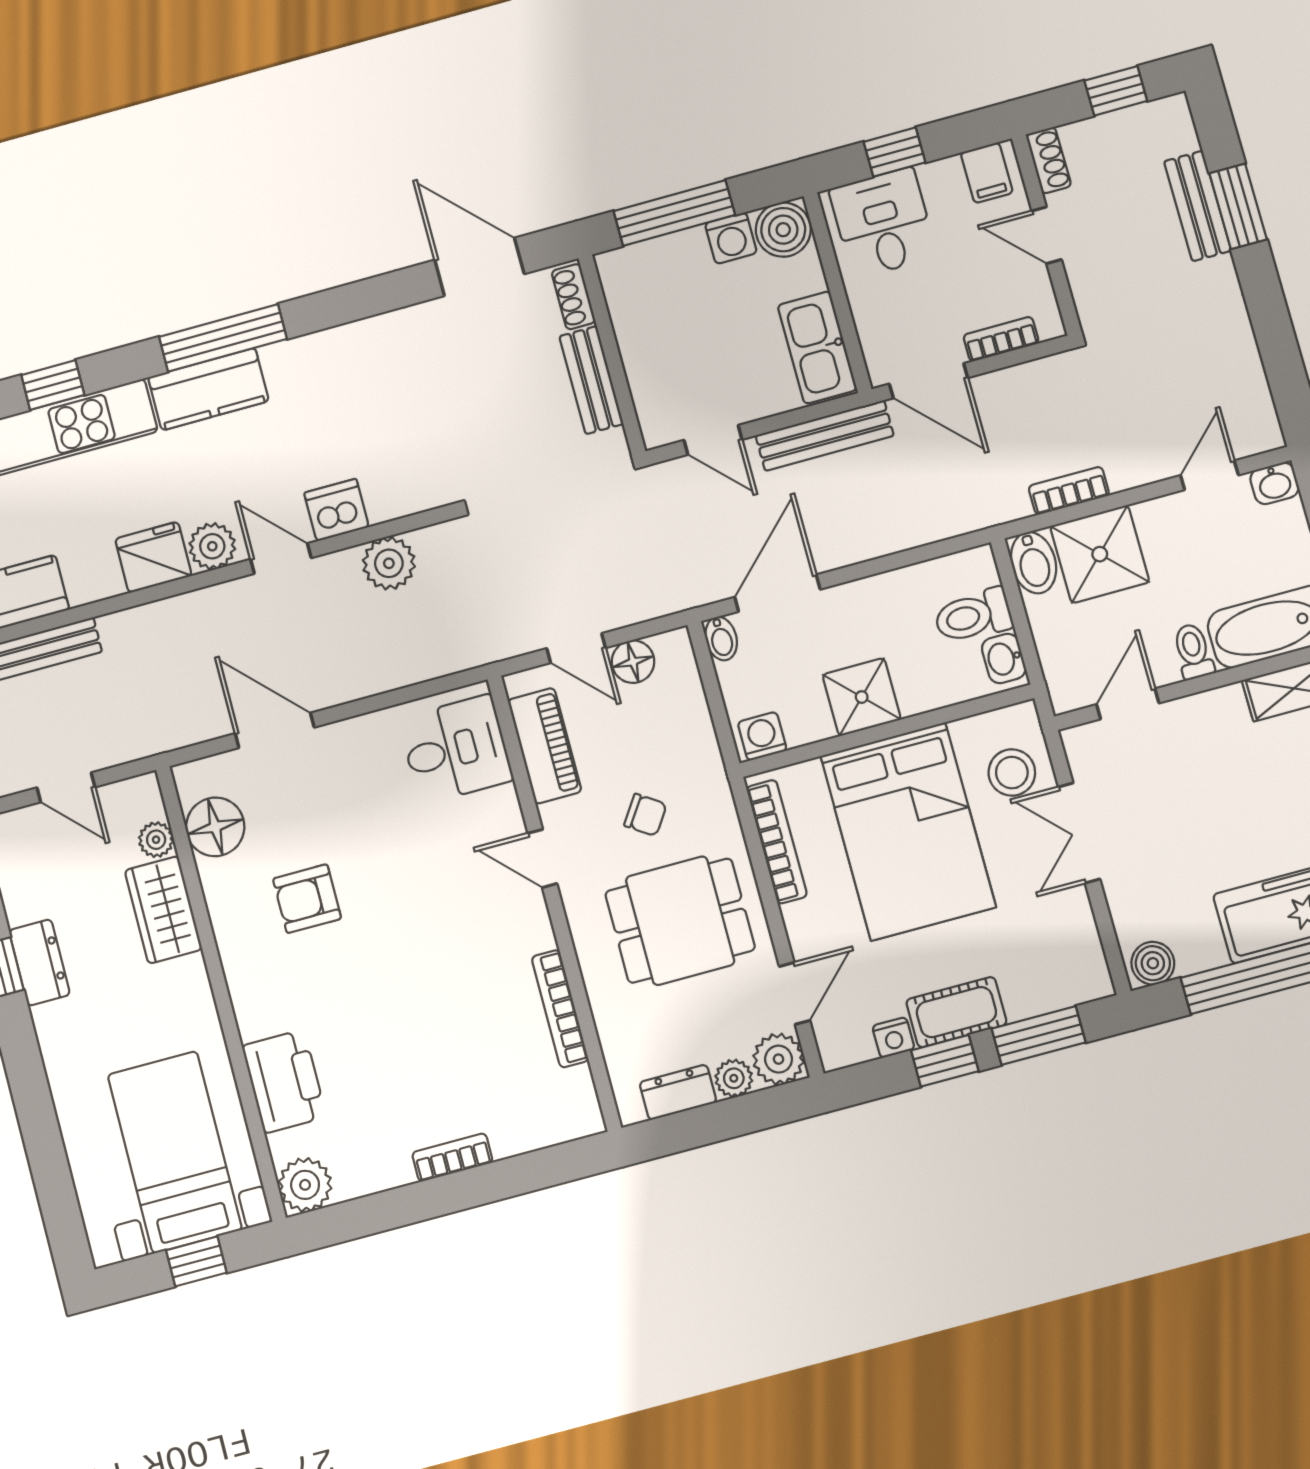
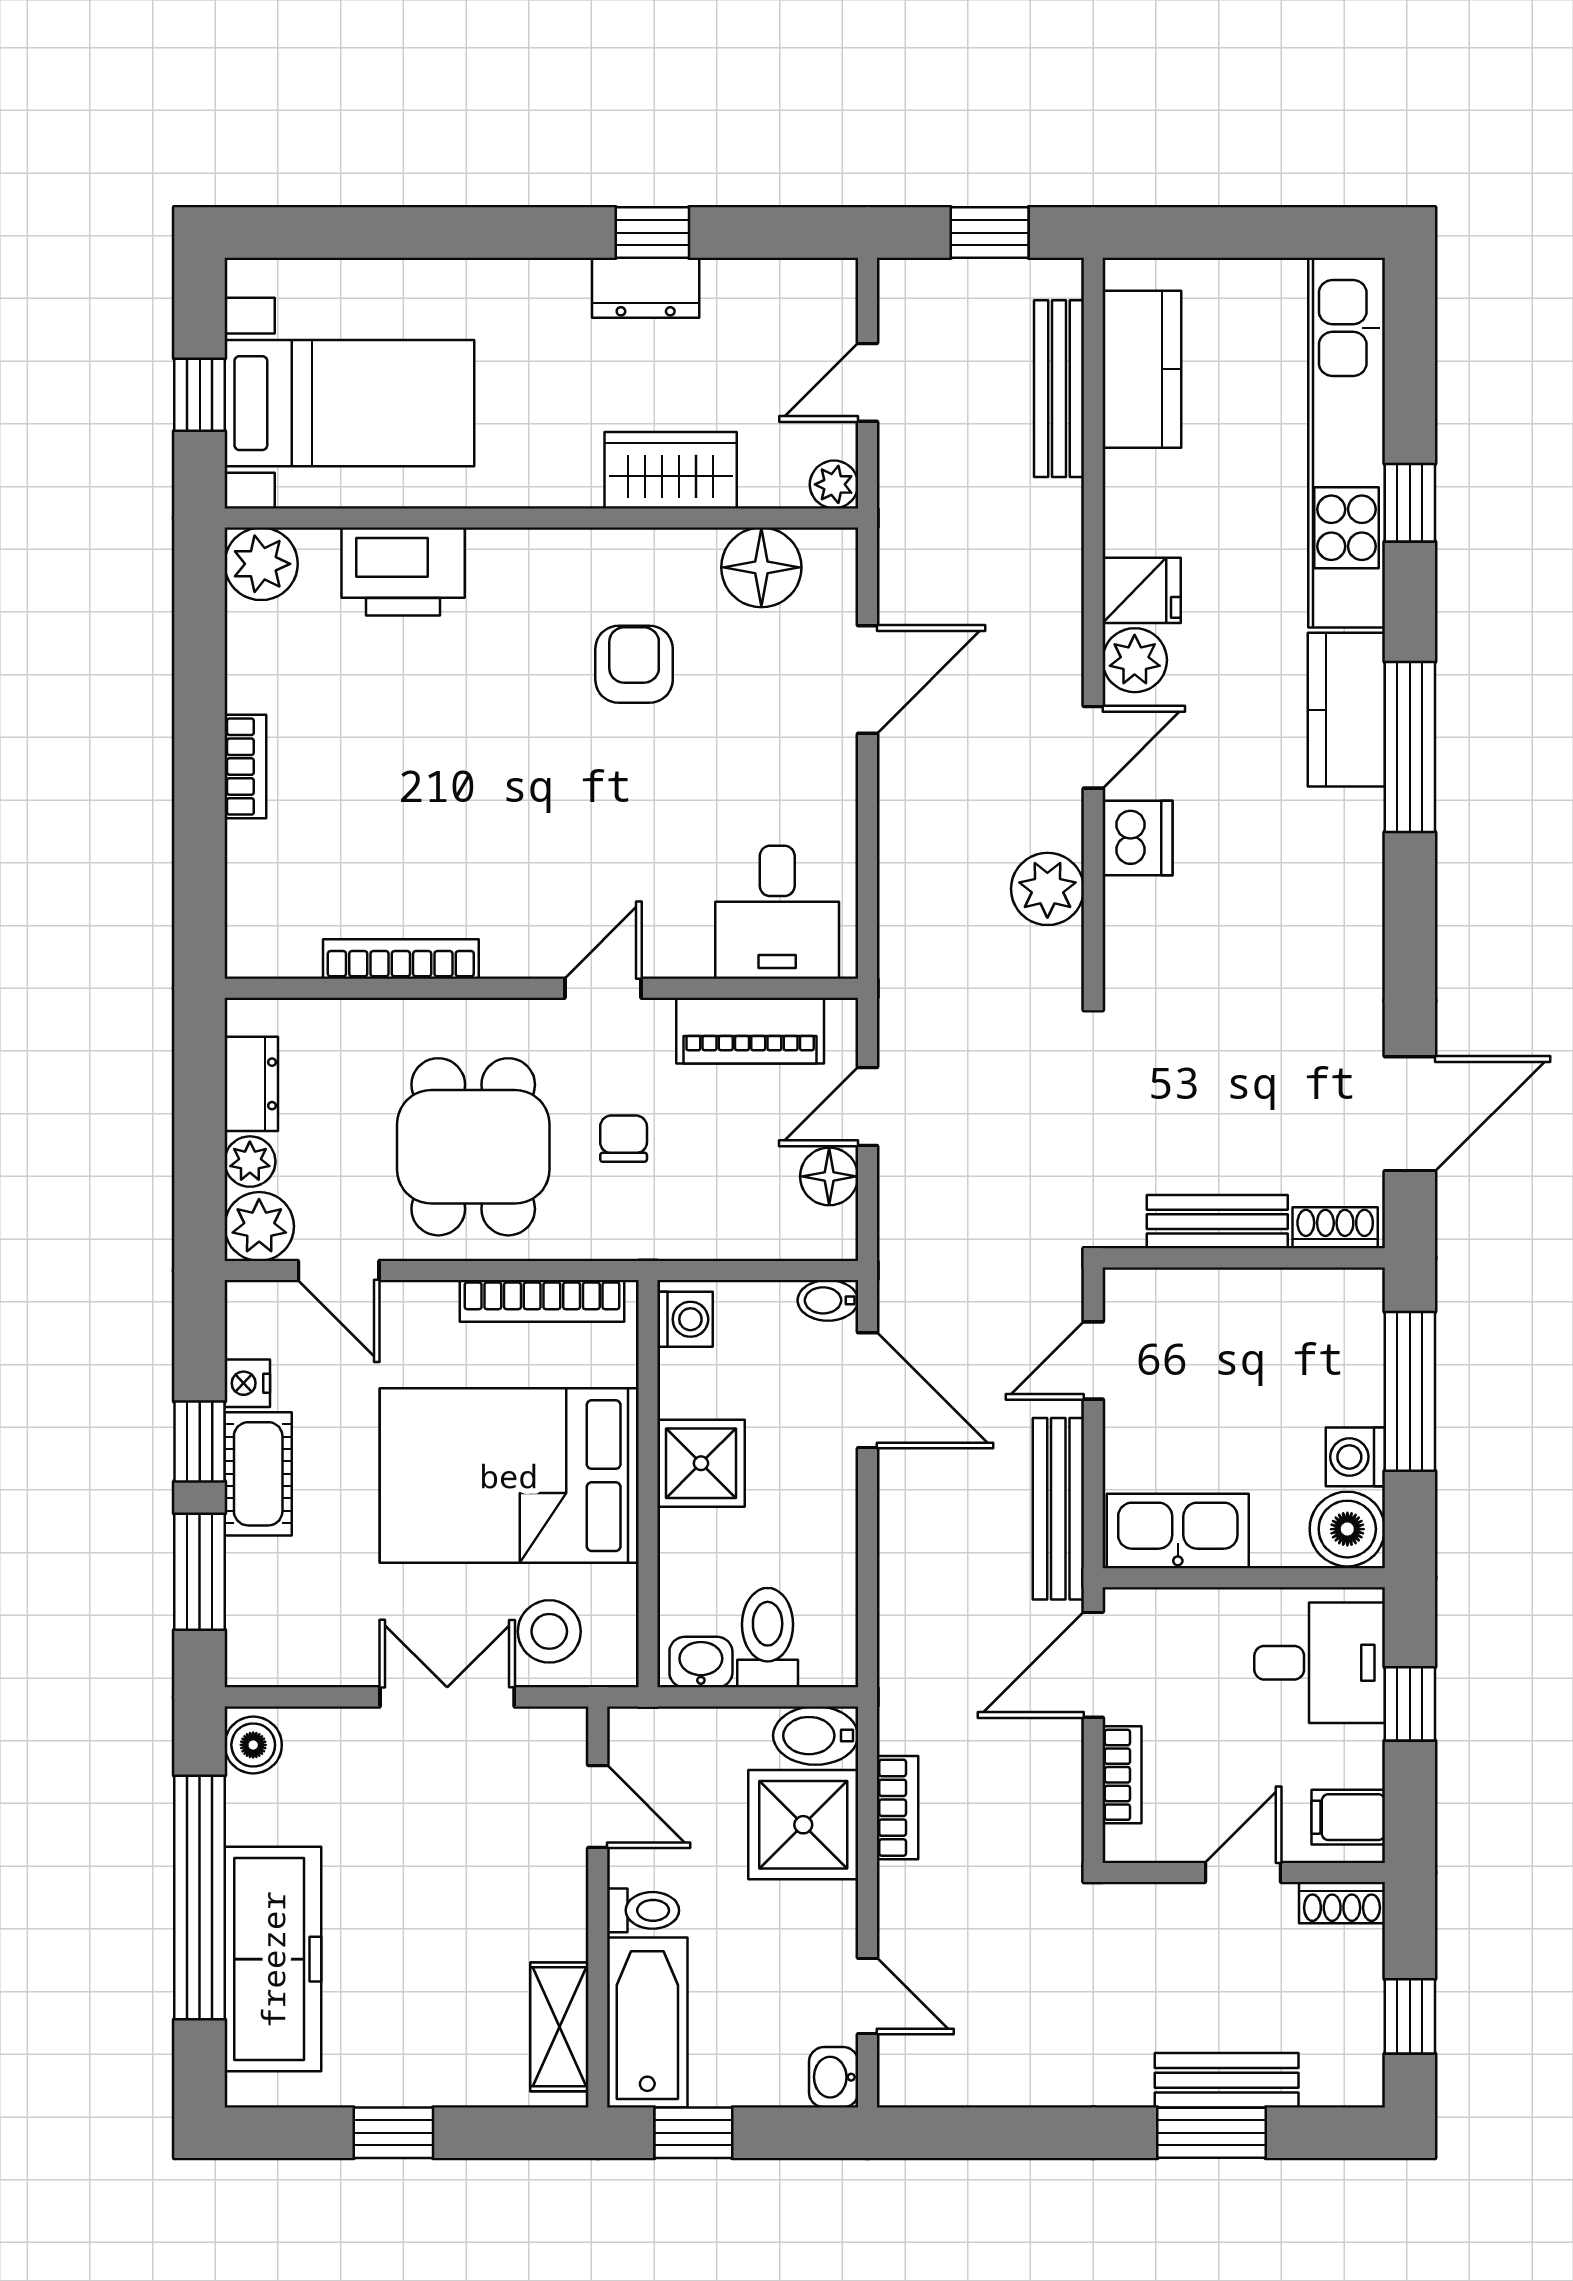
fridge: (153, 557) -> (1142, 590), width x0.72
chair: (645, 815) -> (624, 1139), turned 146
plant: (156, 840) -> (834, 484), moved

